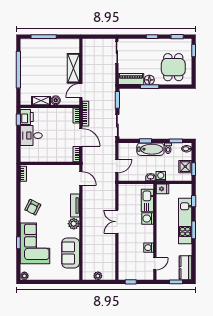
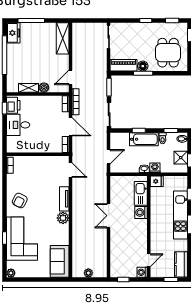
freezer: (27, 48) -> (13, 33), added
shelving: (73, 68) -> (63, 38), moved
washing machine: (149, 248) -> (142, 272), moved
sofa: (71, 253) -> (60, 261), moved

